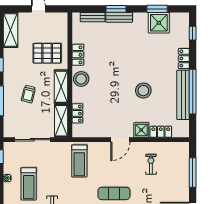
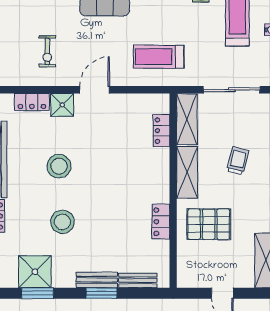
stool: (81, 79) -> (62, 222), moved
treadmill: (79, 161) -> (159, 57), turned -90

